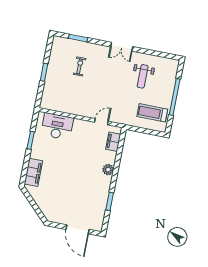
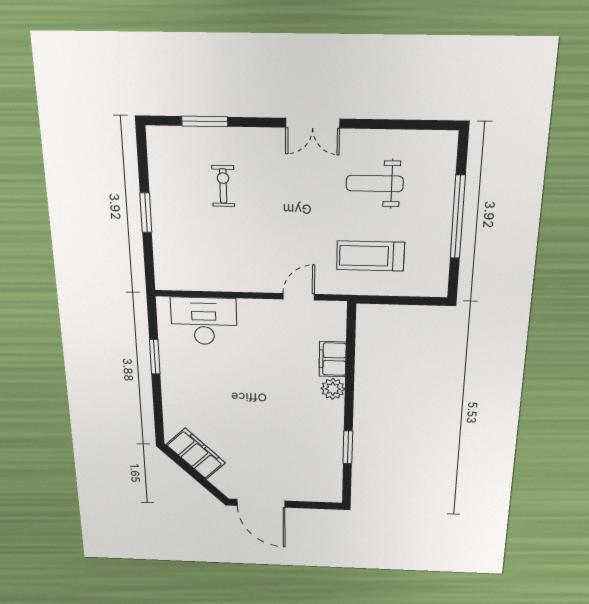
weight bench: (143, 76) -> (375, 184), turned 90
treadmill: (152, 113) -> (370, 256), moved
filing cabinet: (113, 142) -> (333, 359), moved
filing cabinet: (33, 172) -> (196, 454), moved, turned -45
door: (78, 229) -> (261, 503), moved

